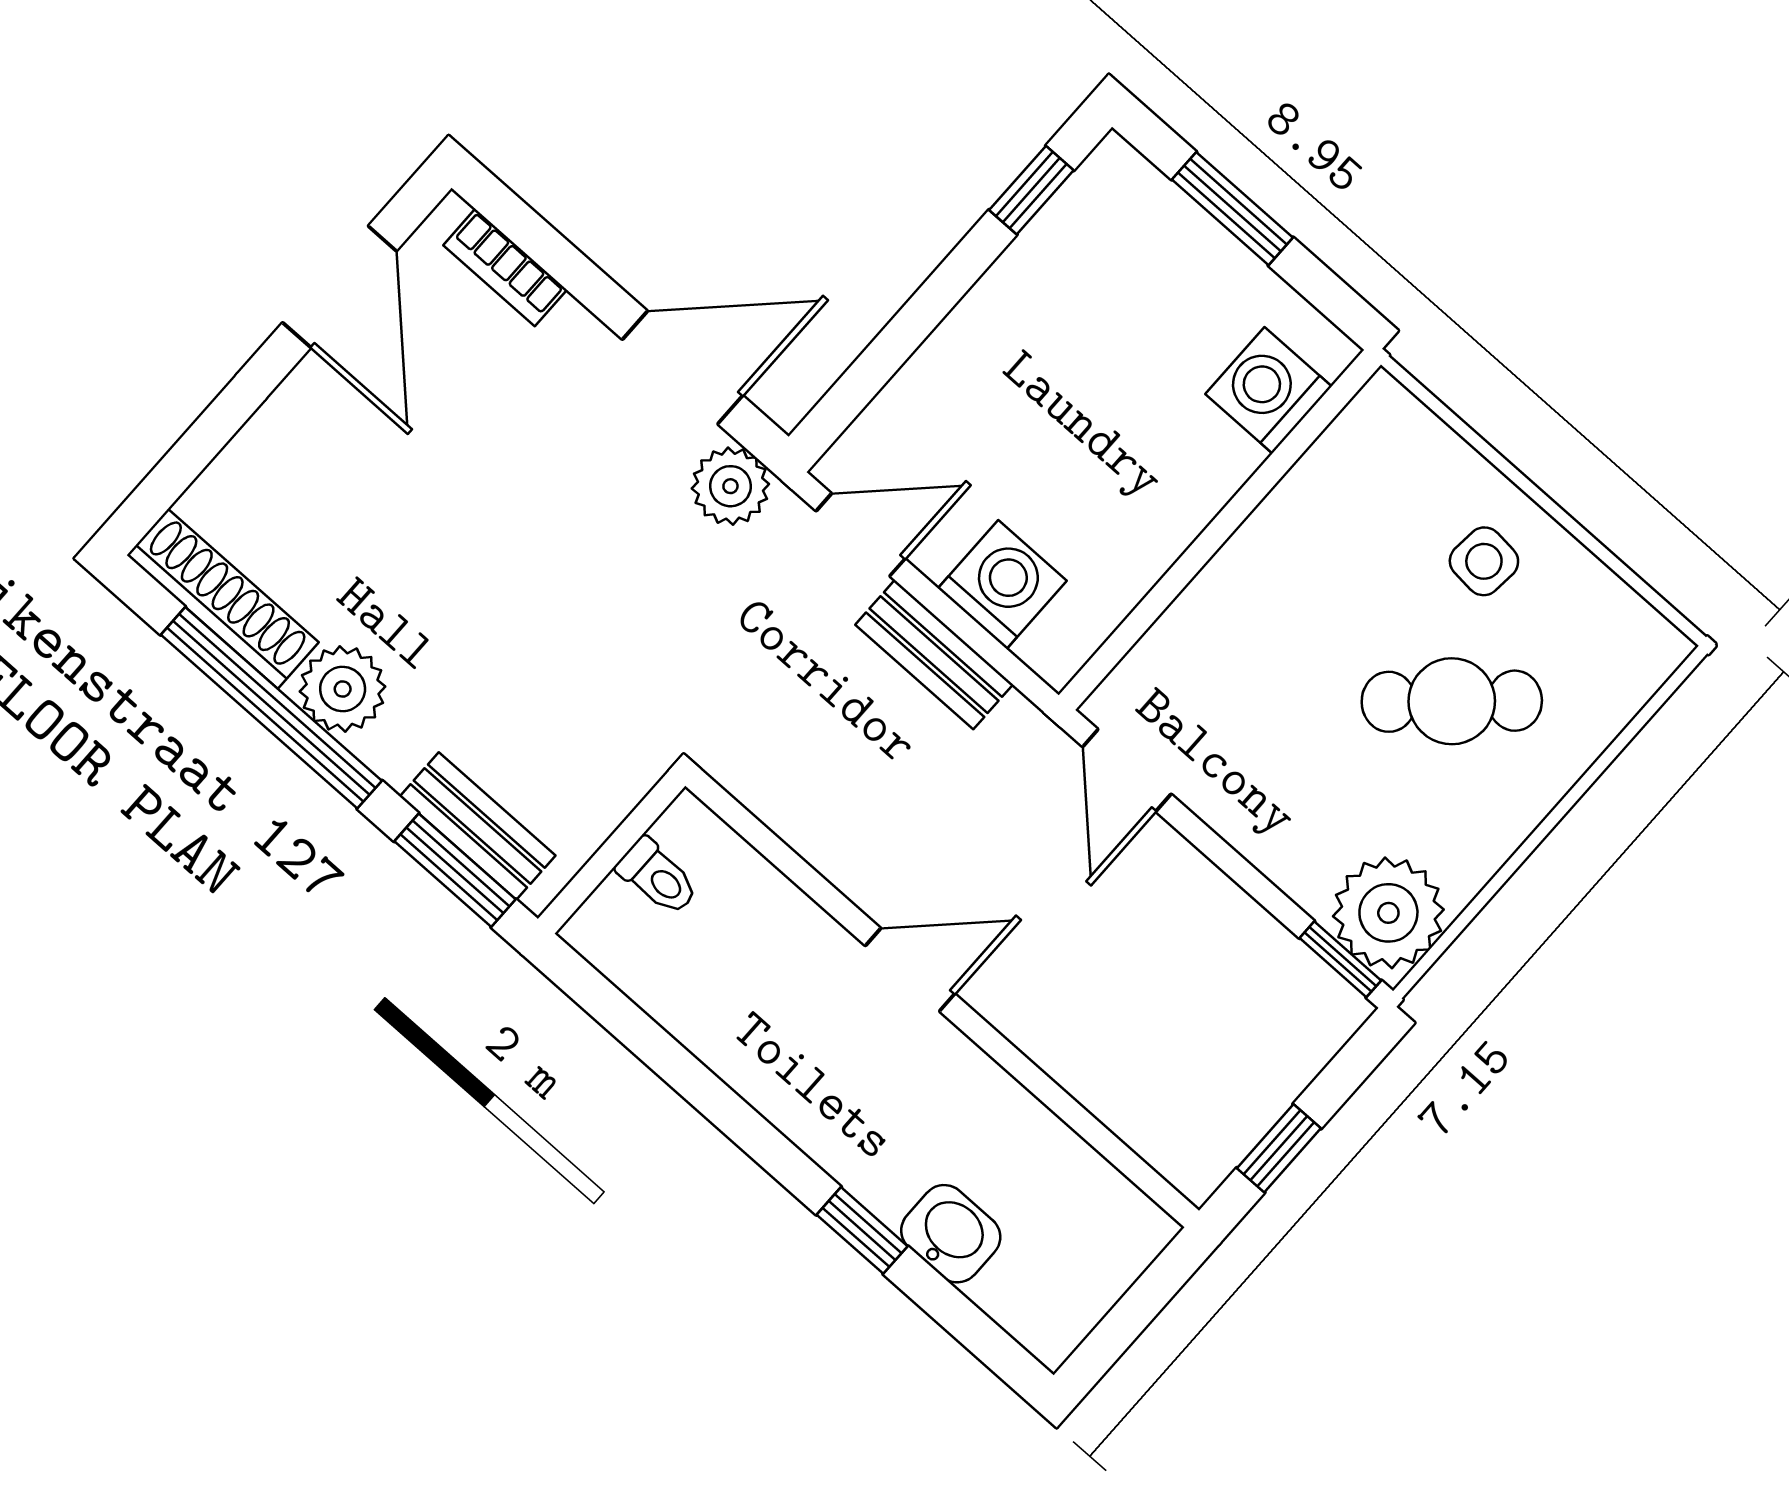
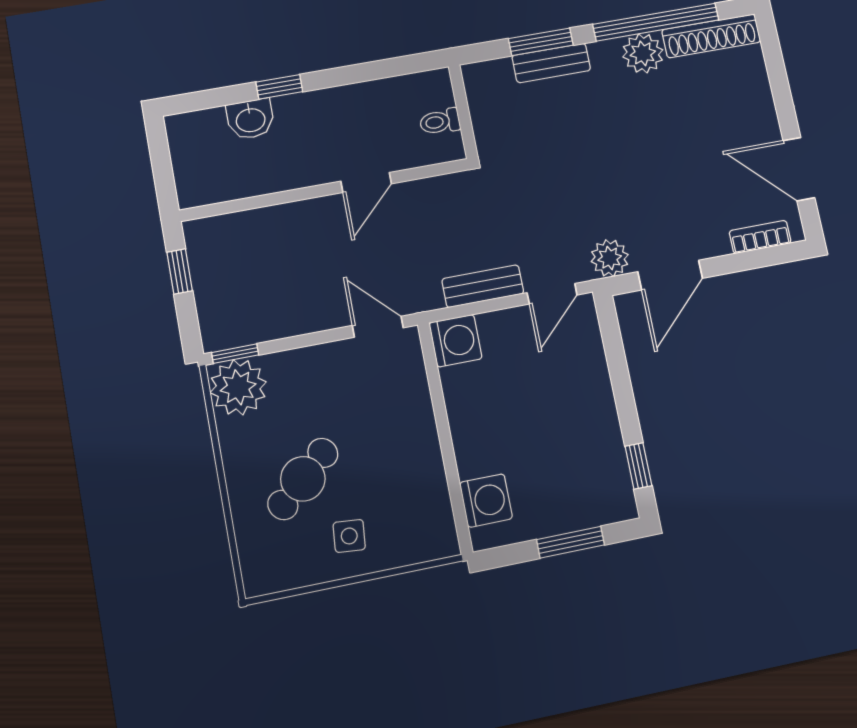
washing machine: (1002, 585) -> (455, 341), moved, turned -90
wall: (612, 852) -> (463, 112), moved
toilet: (658, 877) -> (440, 122), moved

